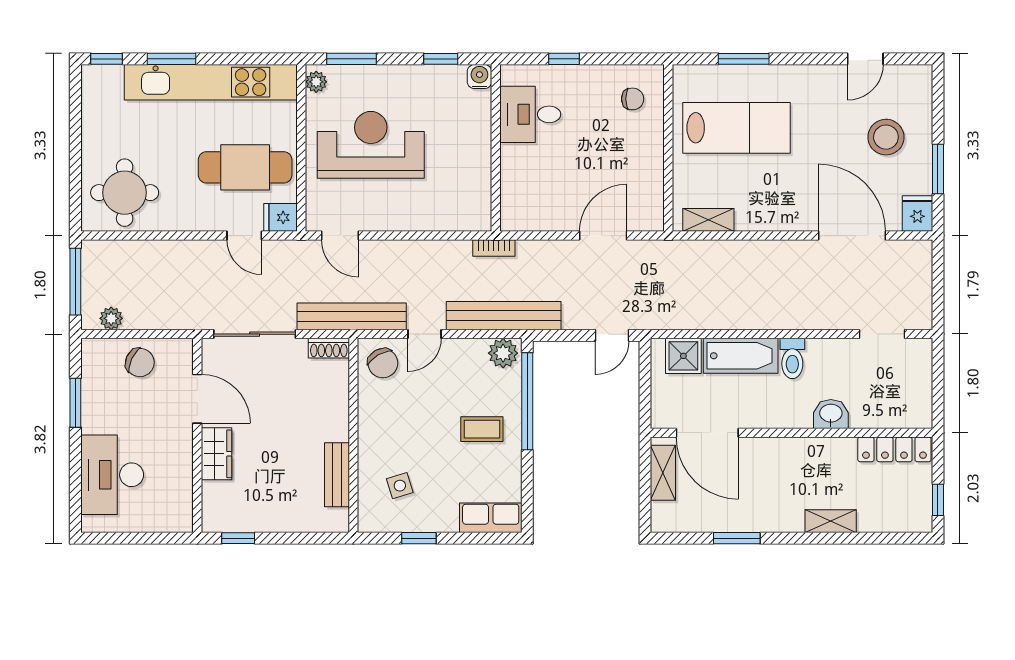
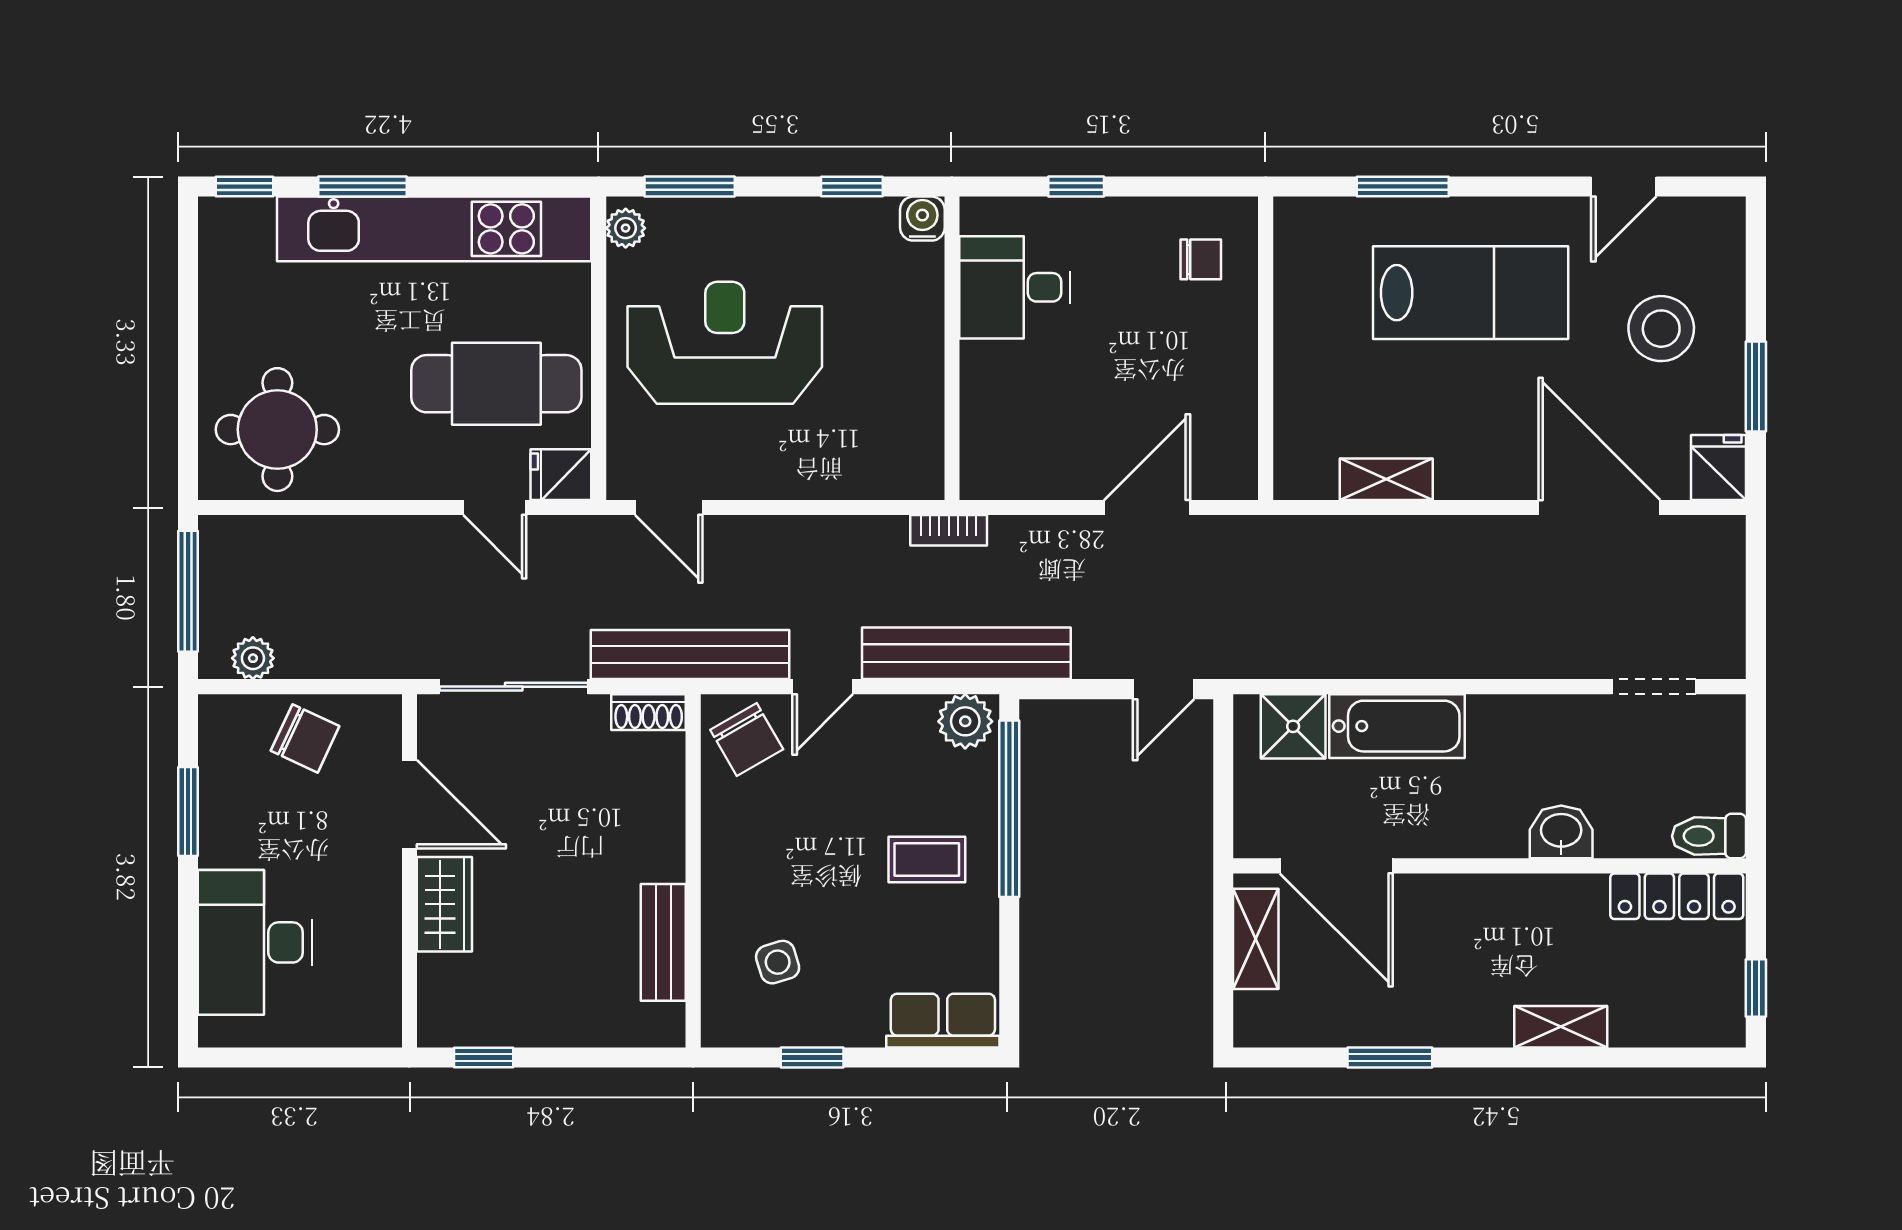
lab bench: (736, 128) -> (1471, 293), moved
shelving: (708, 220) -> (1386, 479), moved
toilet: (792, 358) -> (1709, 836), moved, turned 90

